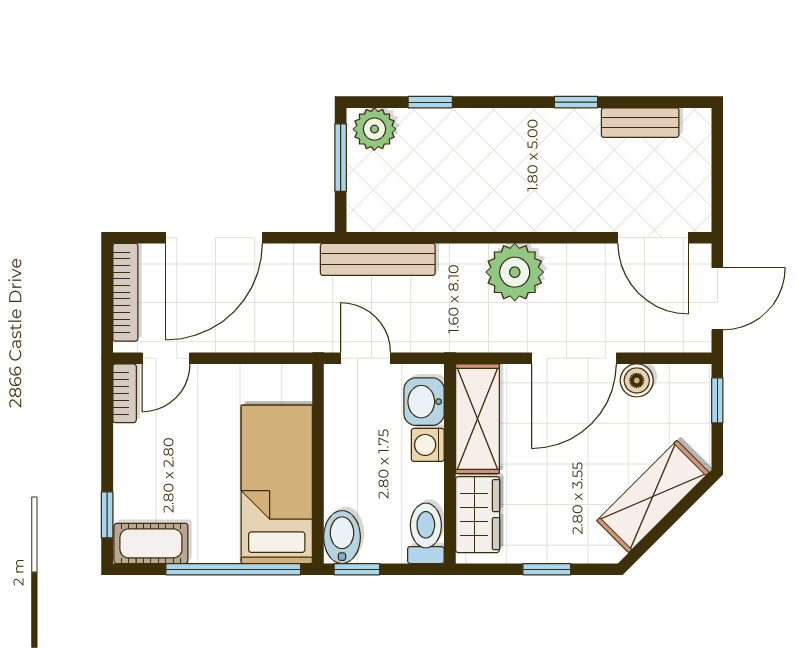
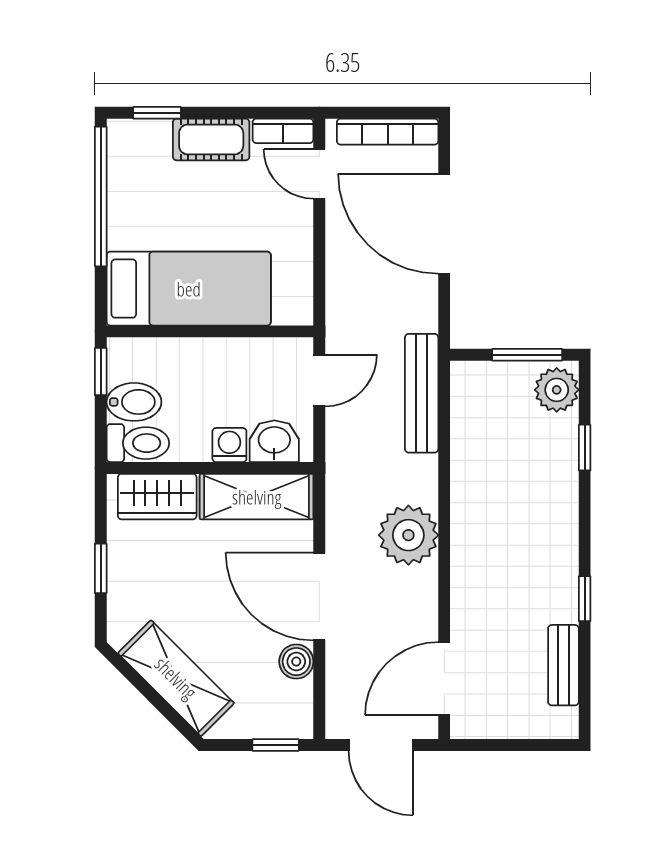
bidet: (342, 537) -> (134, 402), moved
cot: (151, 543) -> (211, 139), moved, turned 90
window: (233, 569) -> (101, 196), moved

